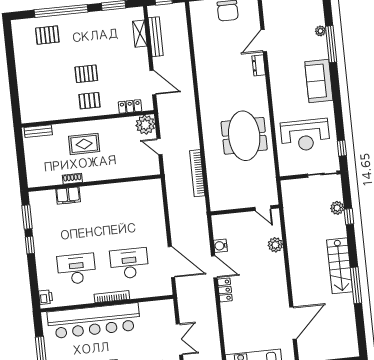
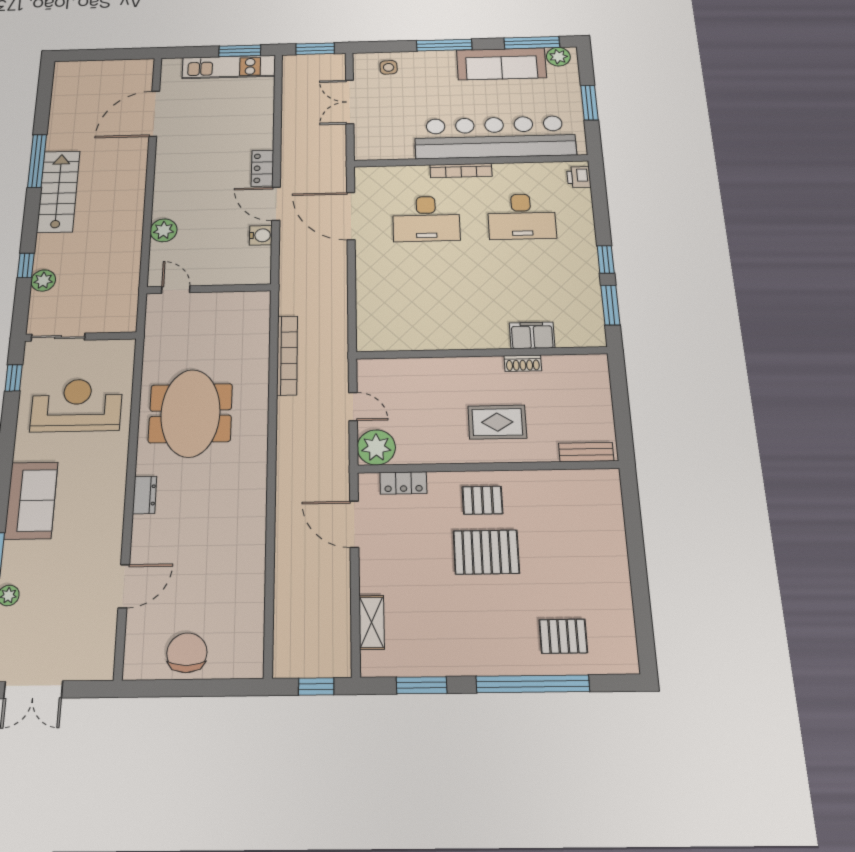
bench: (156, 37) -> (340, 613), removed
dresser: (259, 65) -> (145, 495), moved
pallet: (86, 74) -> (486, 552), width x1.50, depth x1.42

